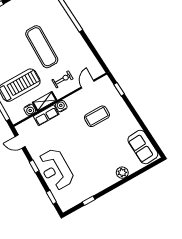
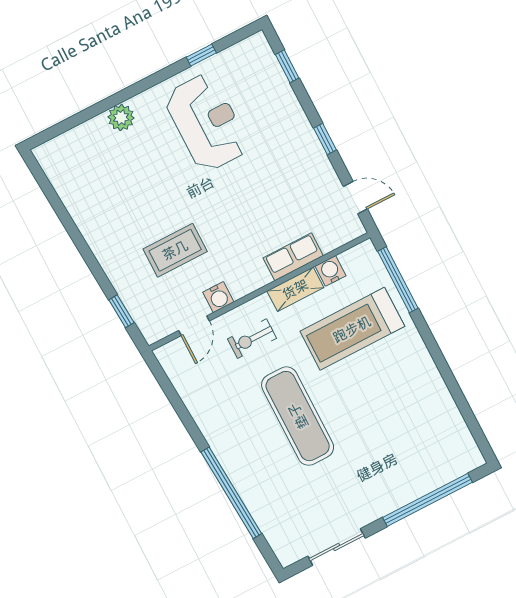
water cooler: (61, 106) -> (218, 297), moved
sofa: (143, 147) -> (71, 175), removed
reception desk: (56, 169) -> (207, 123), moved

